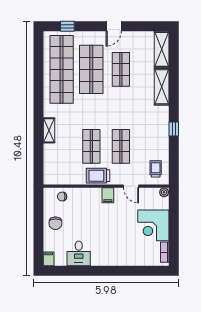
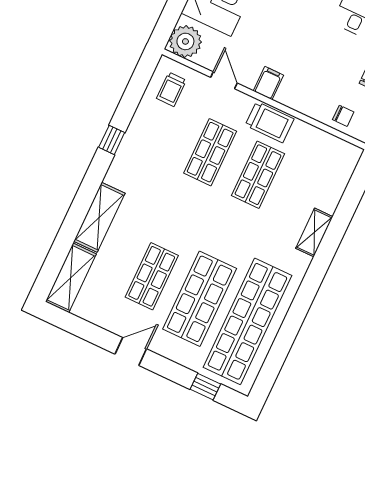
plant: (164, 192) -> (185, 41), width x1.88, depth x1.88

